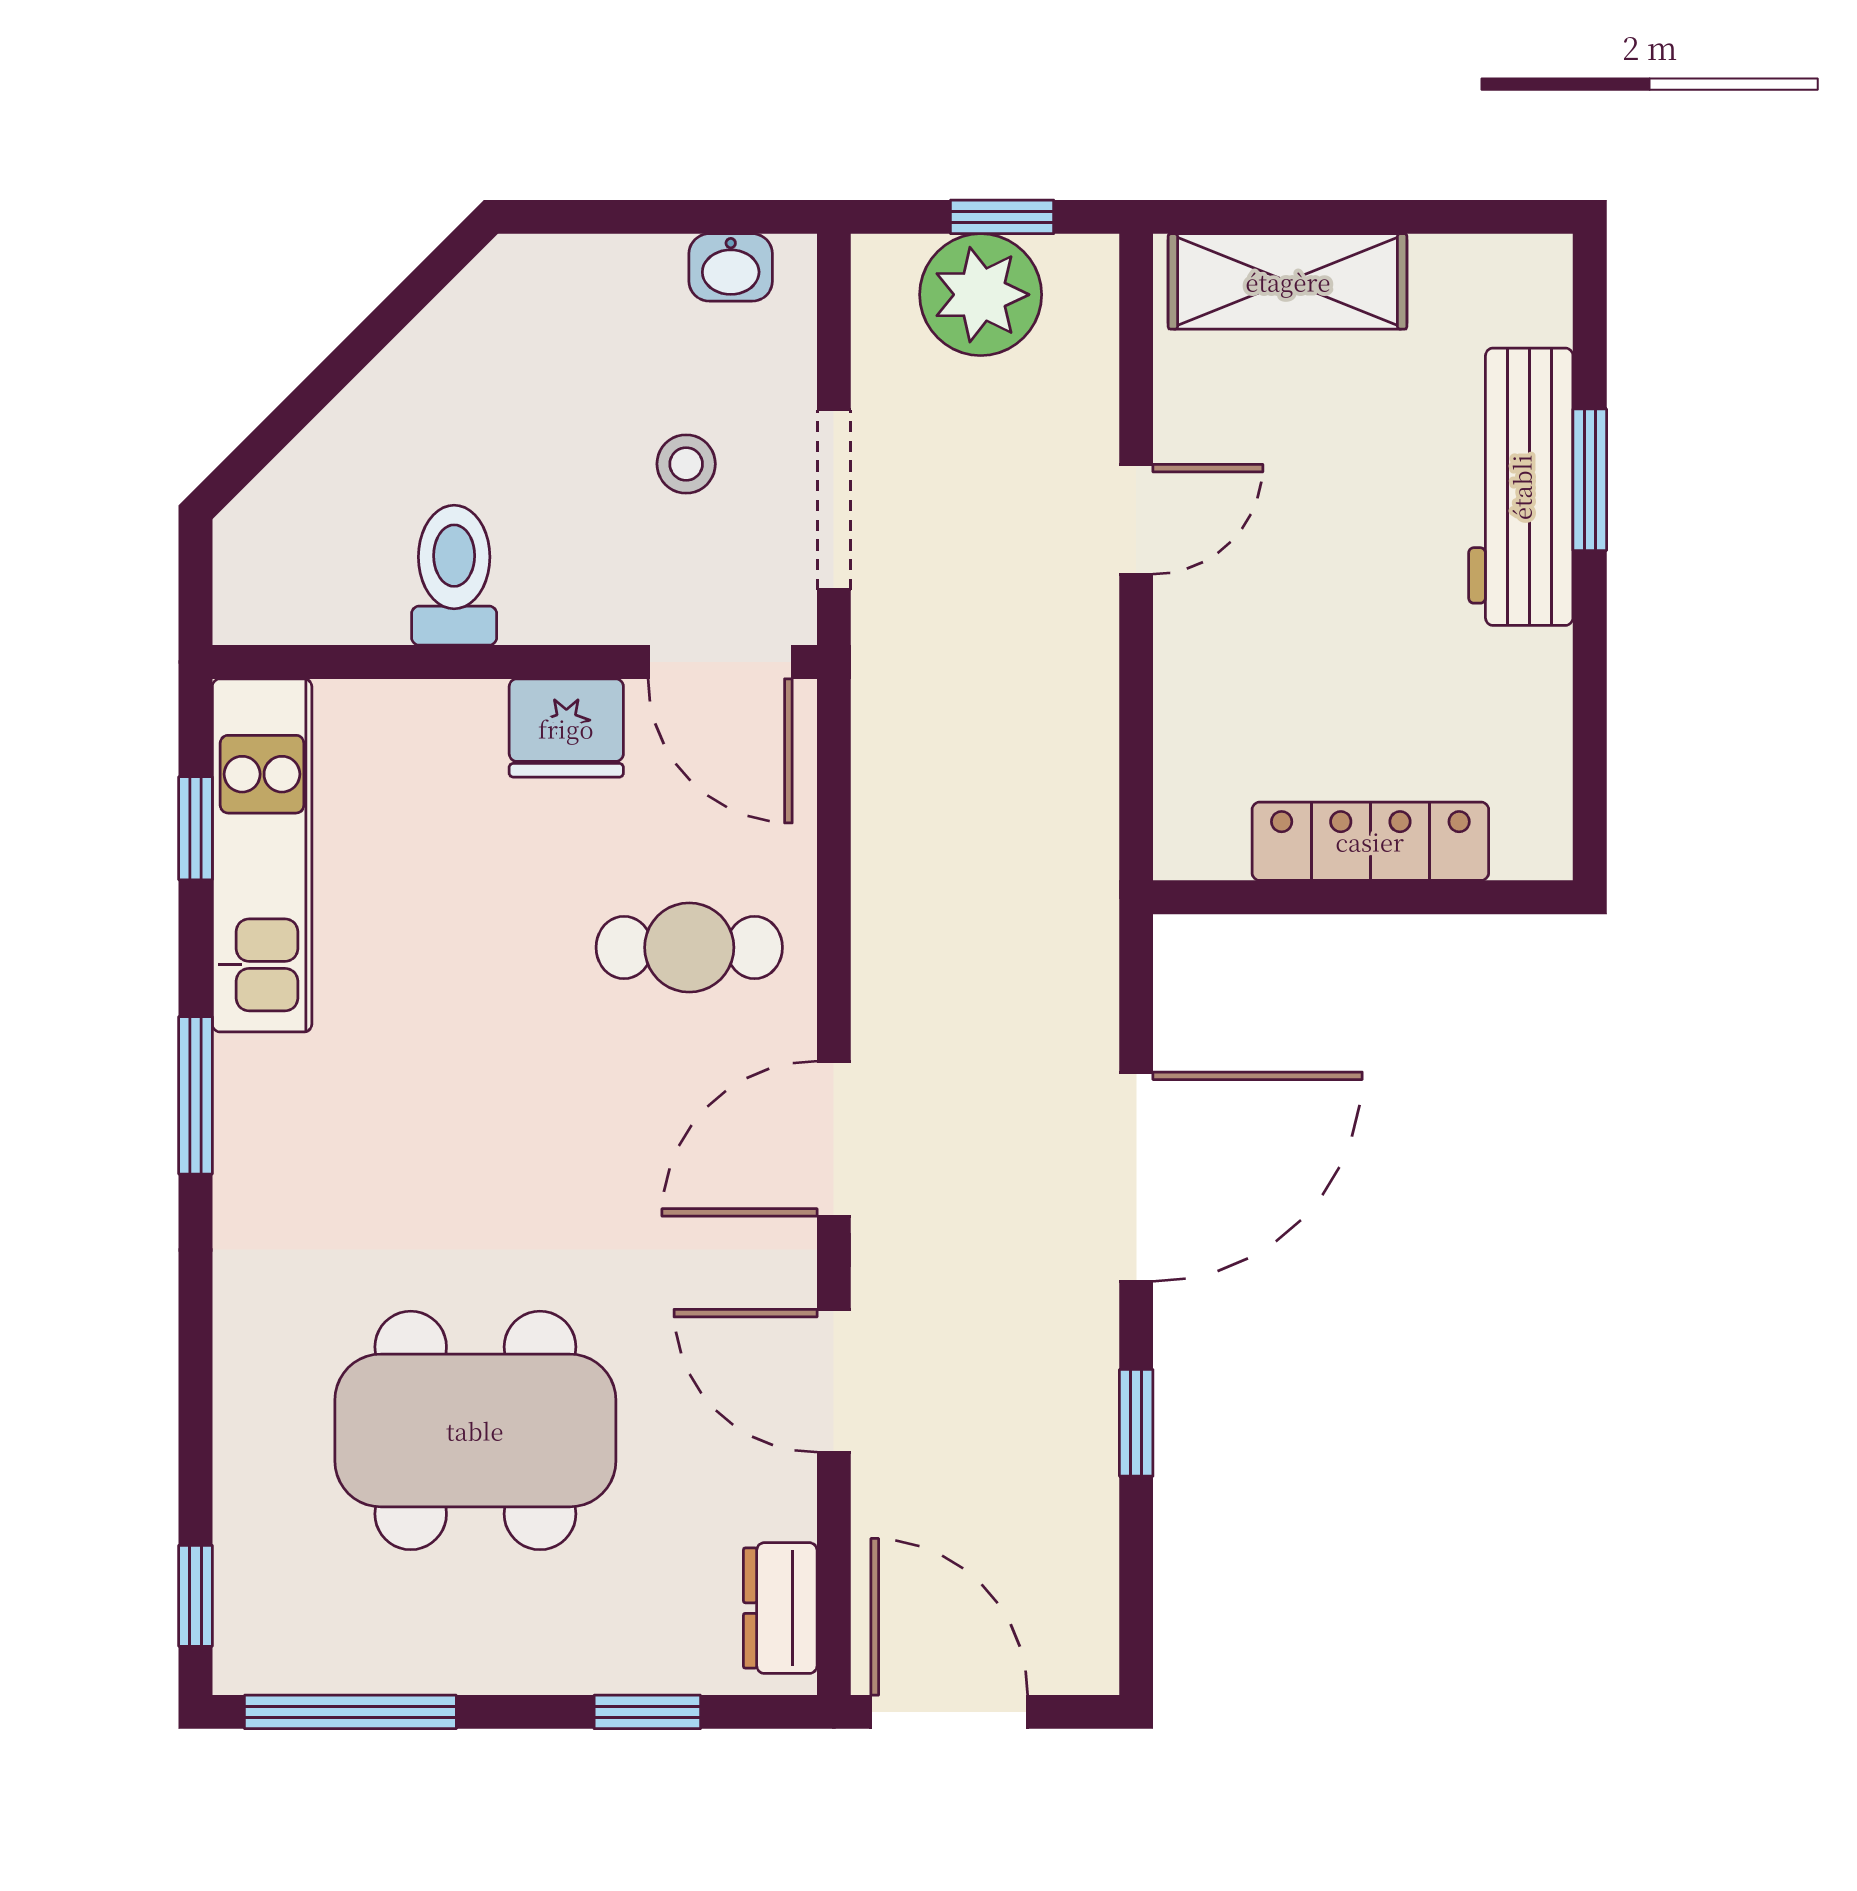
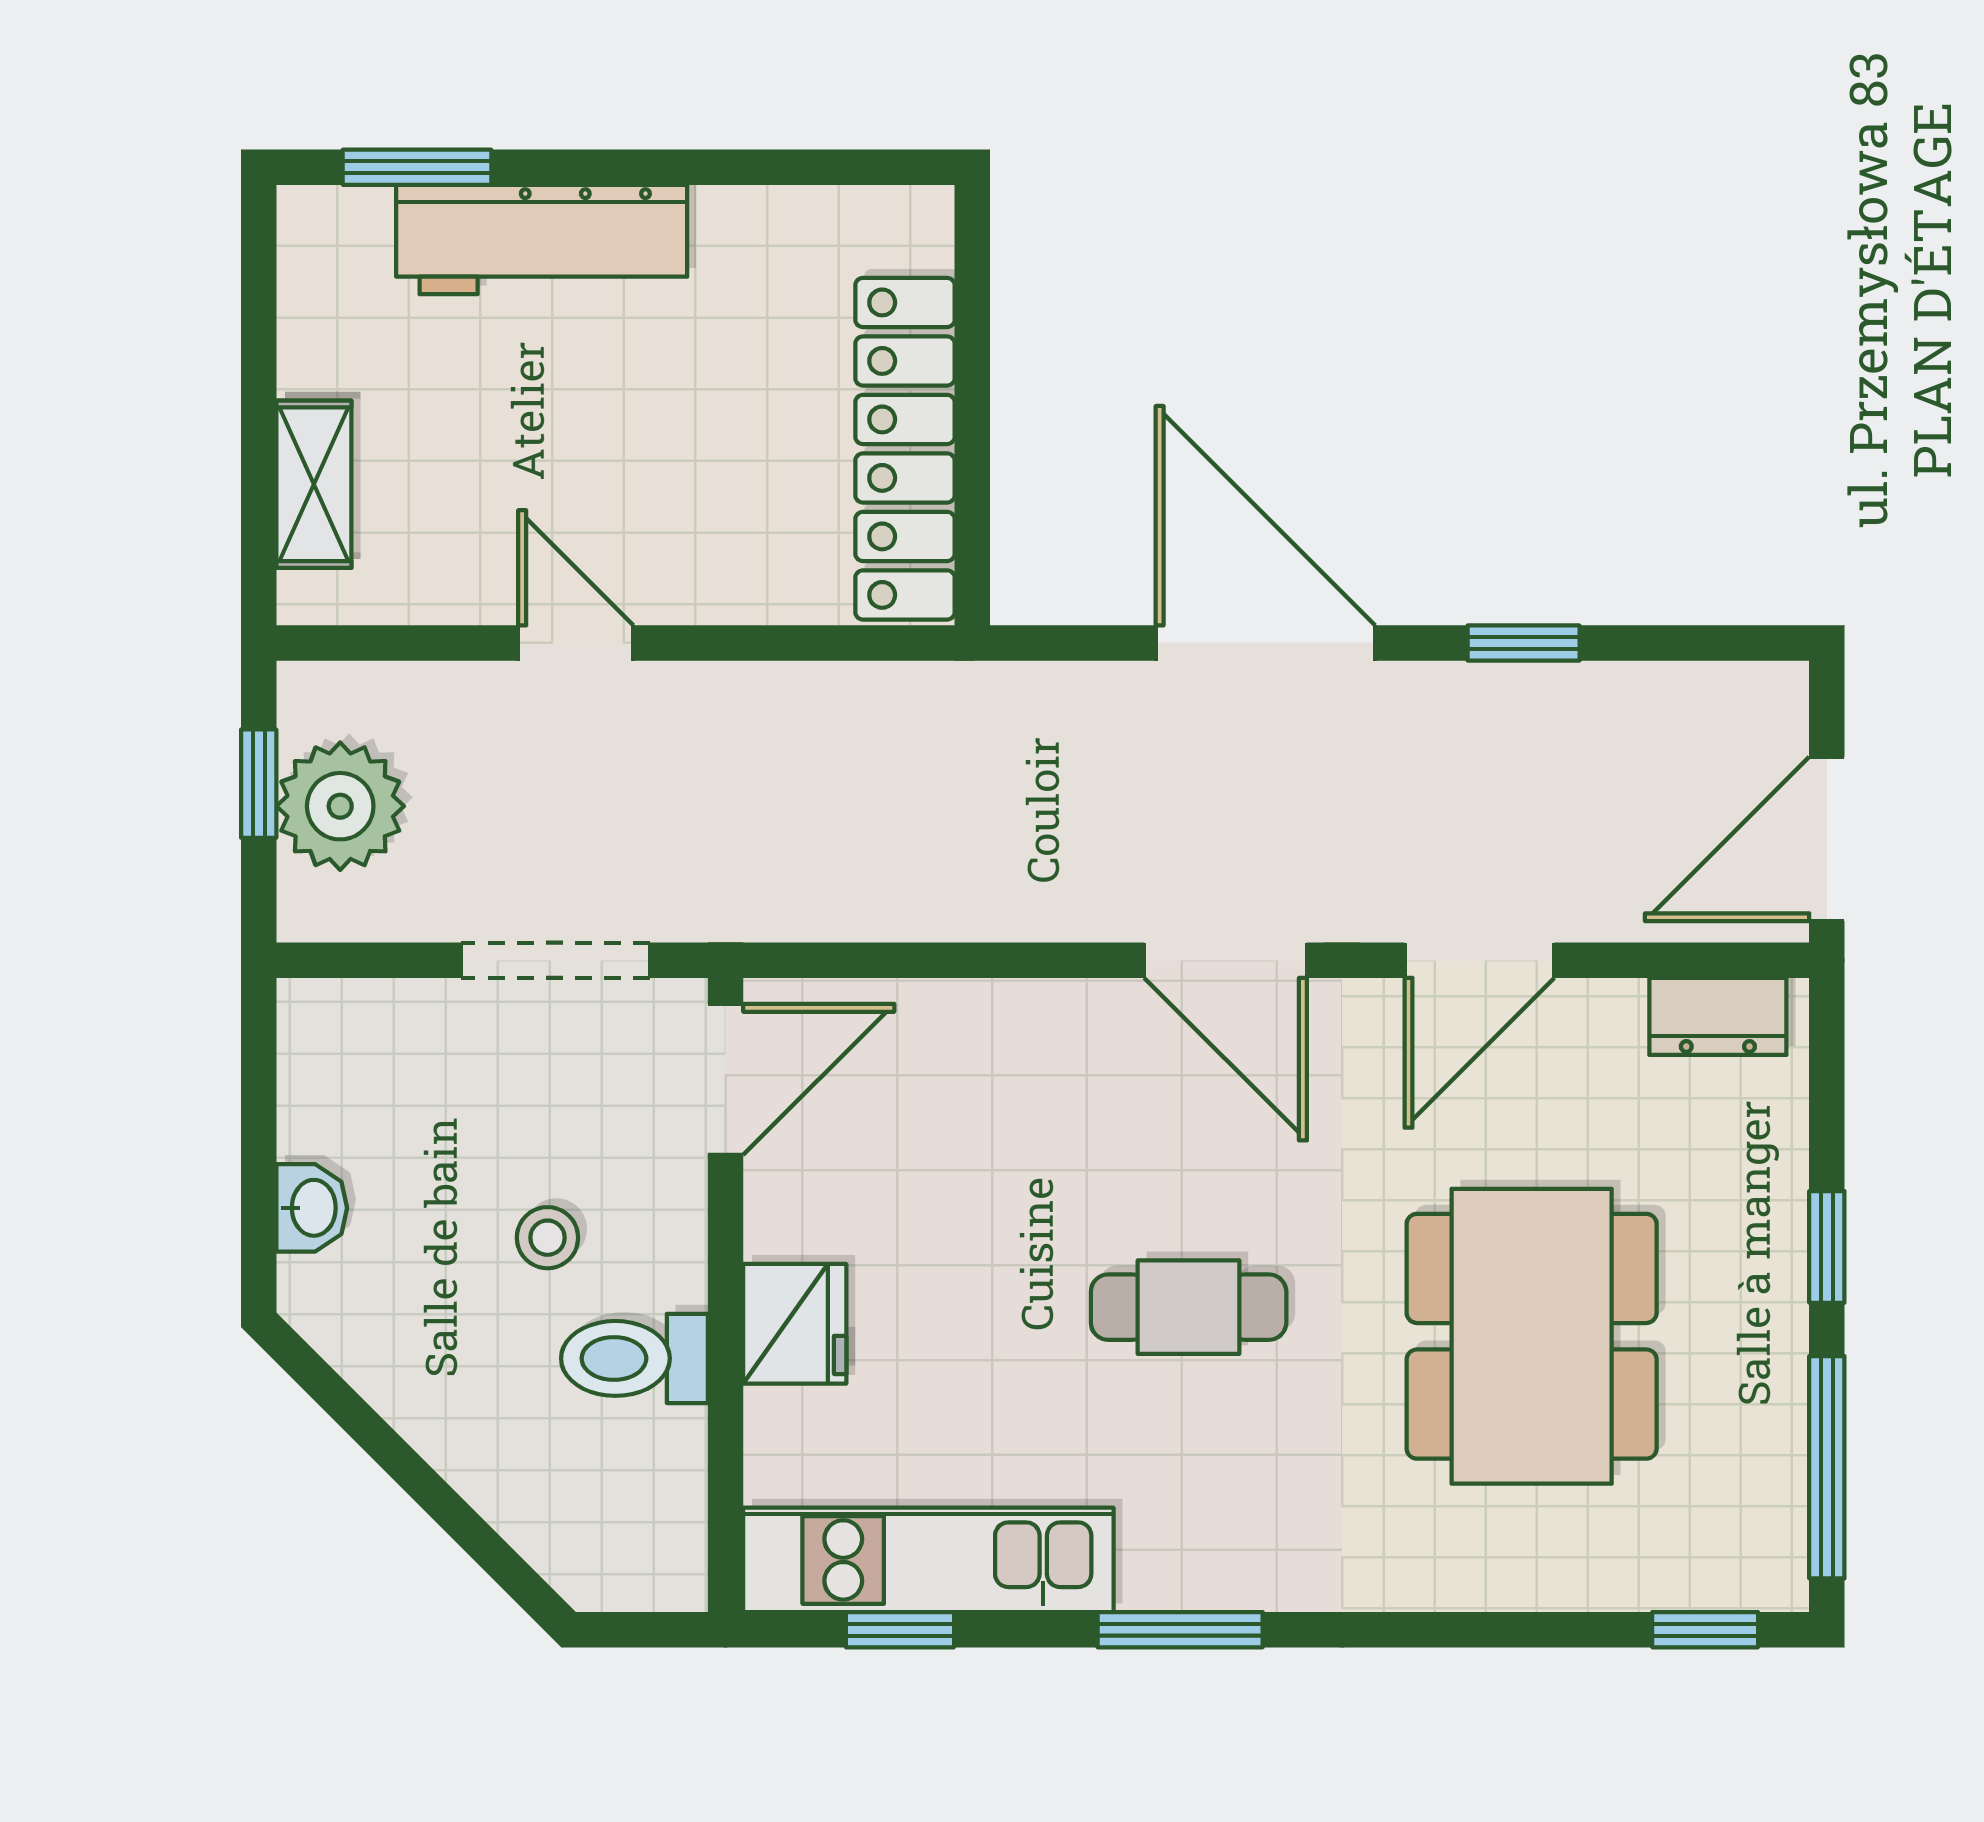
washbasin: (731, 267) -> (312, 1208), moved
shelving: (1288, 281) -> (314, 484), width x0.67, depth x0.75
stool: (686, 464) -> (547, 1238), moved
window: (1590, 480) -> (417, 167), moved
fridge: (566, 728) -> (795, 1324), moved
locker: (1370, 841) -> (905, 449), width x1.41, depth x1.21
cafe table: (689, 947) -> (1189, 1307), moved, turned 90
window: (647, 1712) -> (1827, 1247), moved

